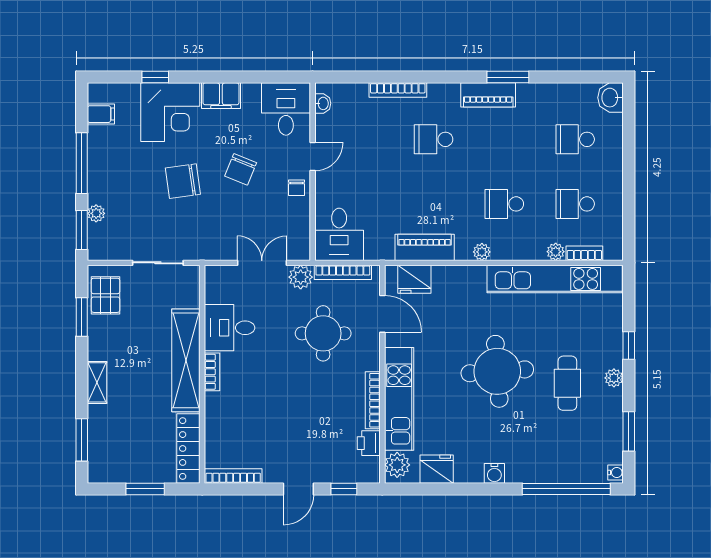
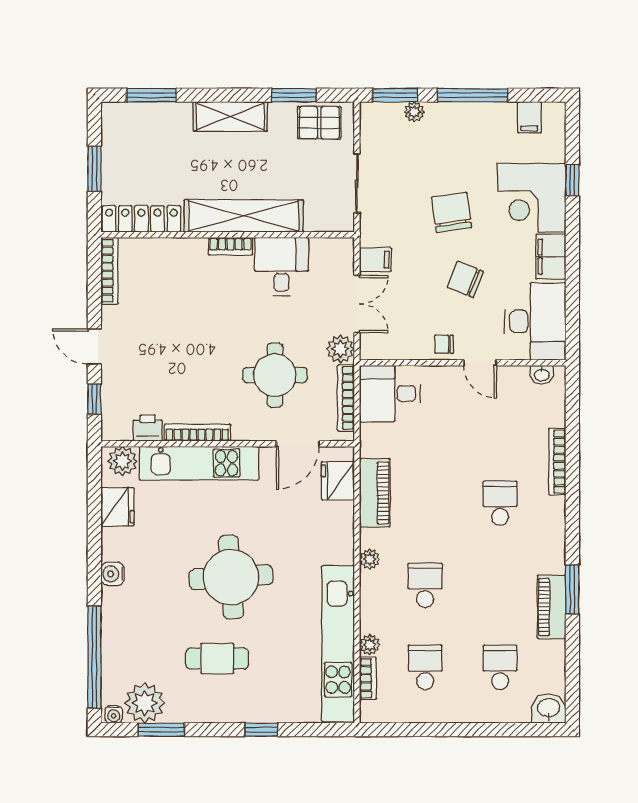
piano: (488, 95) -> (552, 607), moved
desk: (286, 109) -> (535, 321), width x1.37
filing cabinet: (224, 247) -> (375, 260), added
plant: (614, 378) -> (145, 703), moved, width x1.88, depth x1.88
shelving: (97, 382) -> (230, 116), width x1.50, depth x1.33

